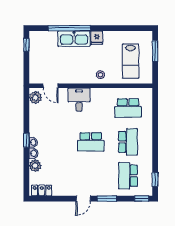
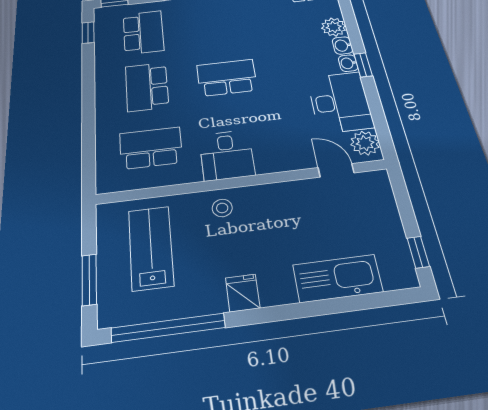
window: (69, 28) -> (168, 328), moved
kitchen sink: (74, 39) -> (338, 278), moved
desk: (79, 100) -> (227, 155), moved
desk: (42, 121) -> (340, 102), added

